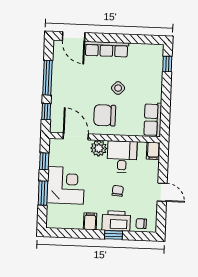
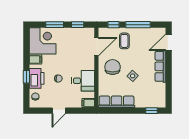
coffee table: (69, 98) -> (124, 41), added
row of seats: (153, 120) -> (117, 102), width x1.48
plant: (99, 148) -> (89, 64), removed
corner desk: (66, 185) -> (43, 41), moved, turned -90

